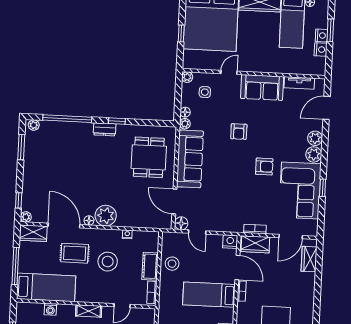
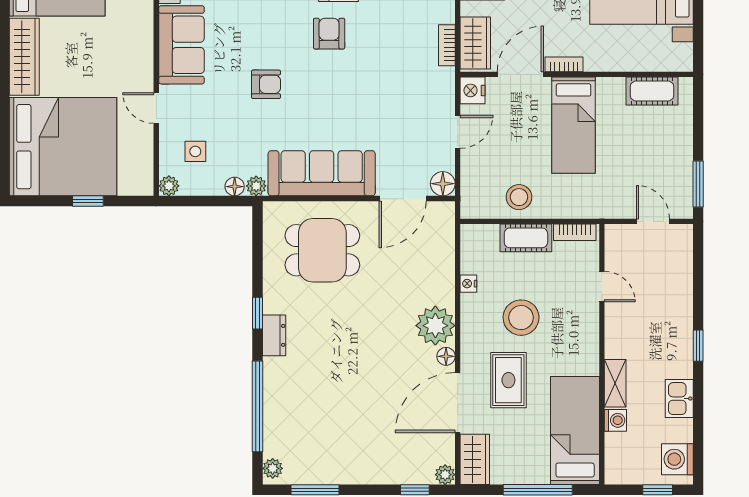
door: (197, 232) -> (458, 132), moved
shelving: (89, 311) -> (615, 383), moved

